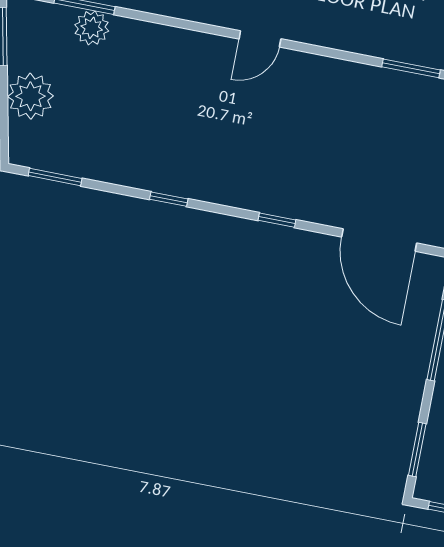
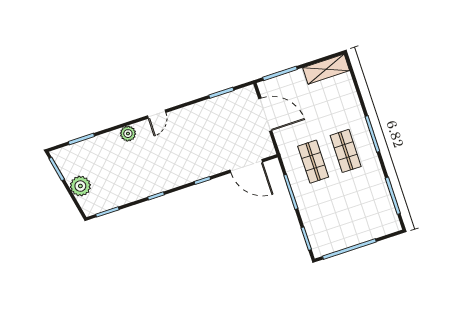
plant: (92, 28) -> (128, 134), moved

